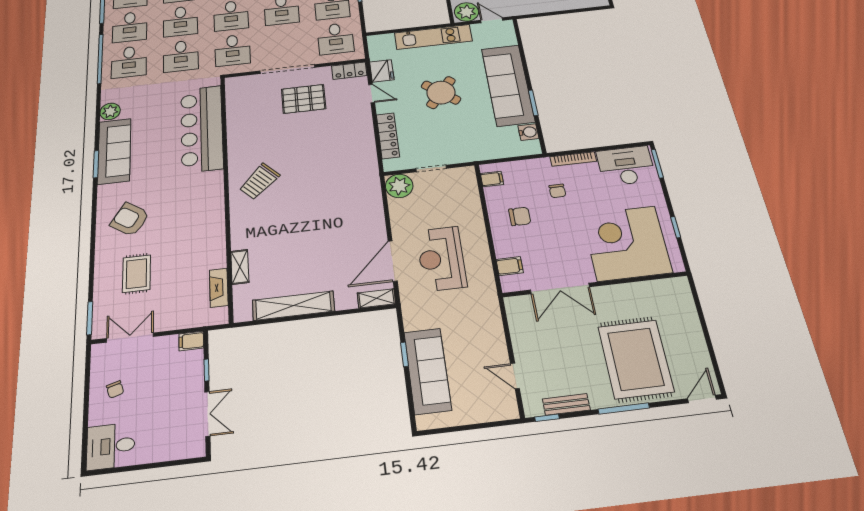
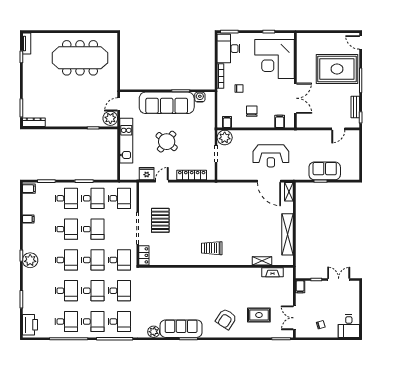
locker: (349, 71) -> (144, 255), moved
bar counter: (202, 129) -> (173, 279), removed
trolley: (259, 181) -> (212, 248), turned 135
plant: (399, 186) -> (225, 138), moved
sofa: (428, 371) -> (325, 171), width x0.73

